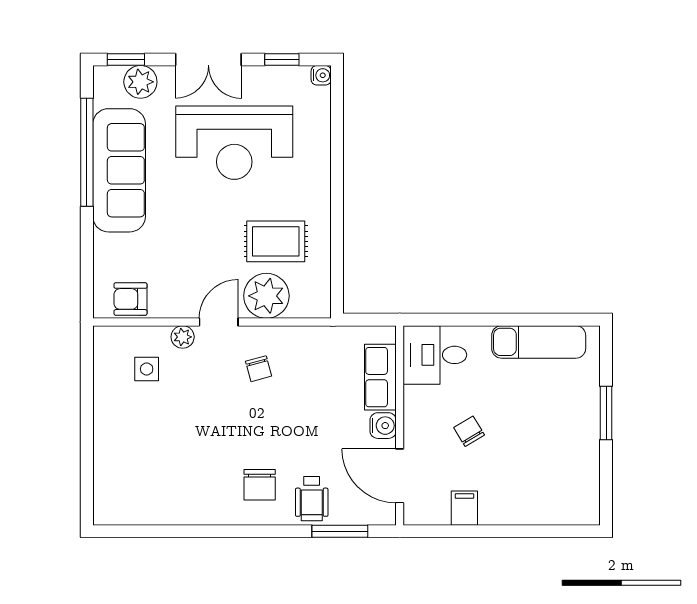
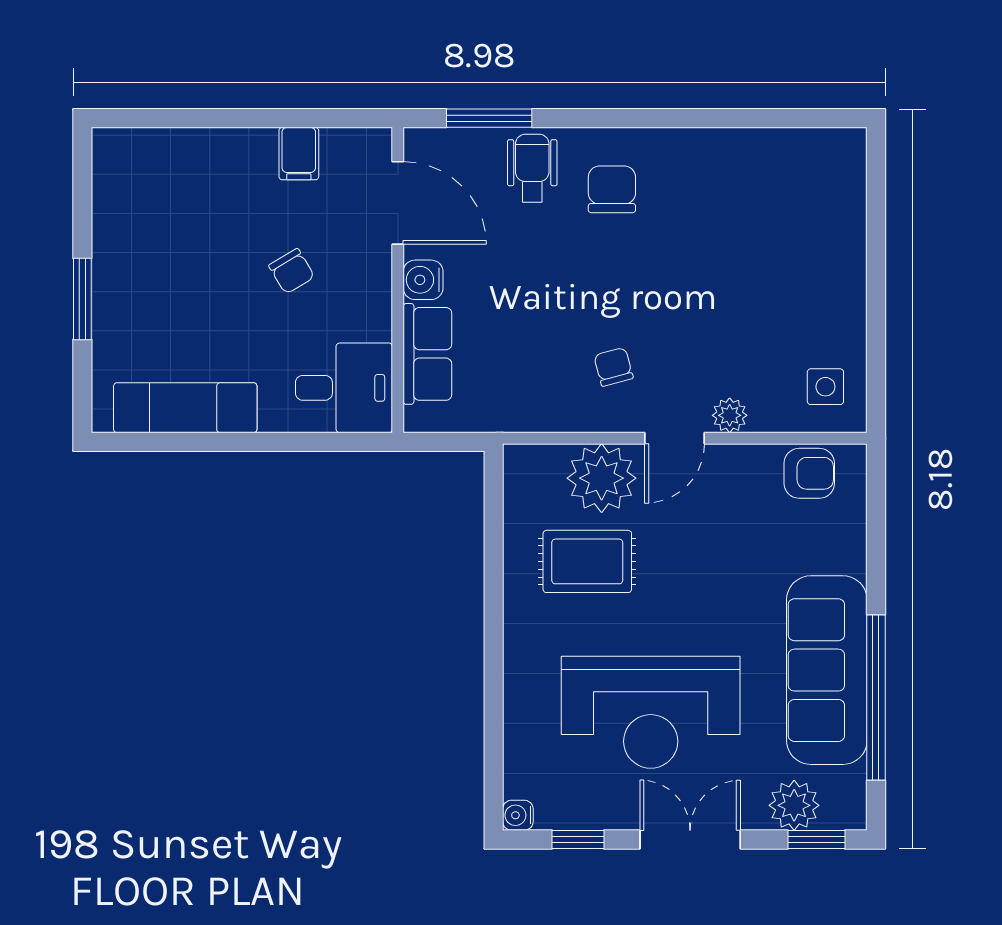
reception desk: (234, 143) -> (651, 712), turned 180
side table: (147, 369) -> (825, 387), moved

